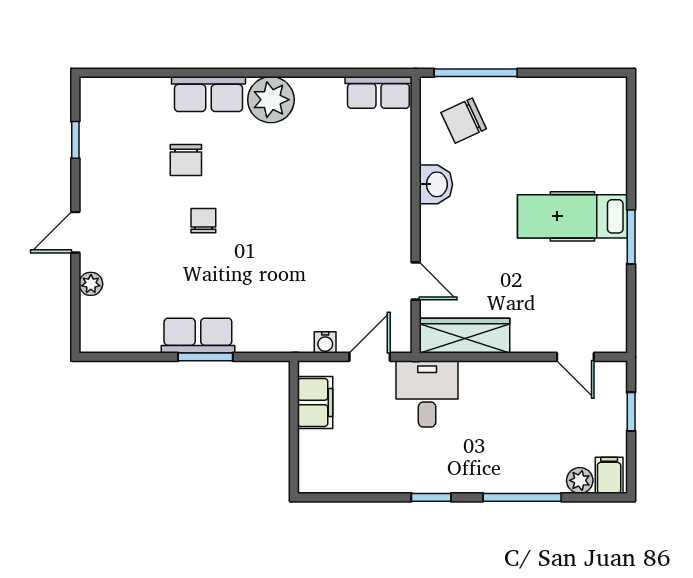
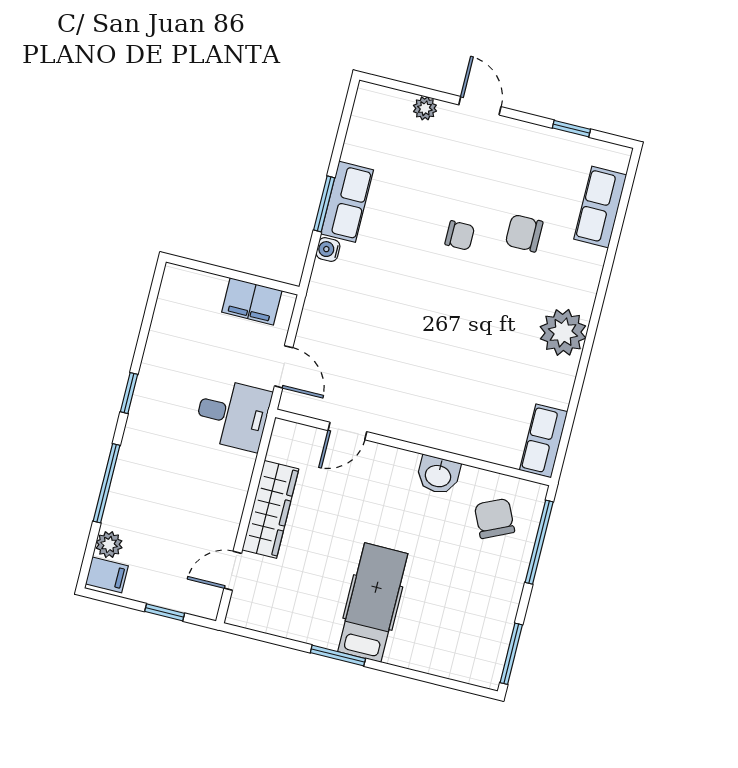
window: (588, 73) -> (511, 654), added
row of seats: (208, 94) -> (600, 207), moved
wardrobe: (465, 336) -> (270, 509), moved
water cooler: (325, 342) -> (328, 250), moved

